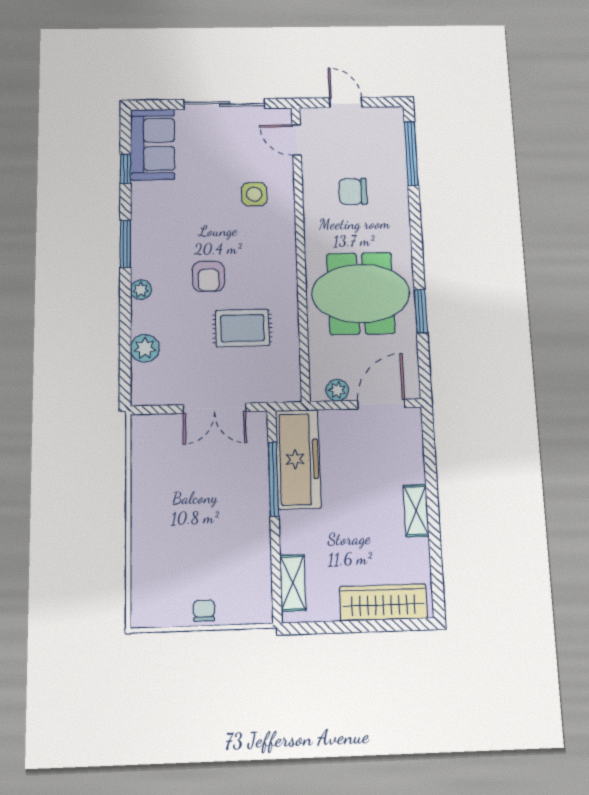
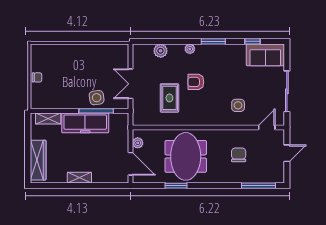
freezer: (298, 459) -> (85, 123), moved
side table: (245, 479) -> (97, 98), added

